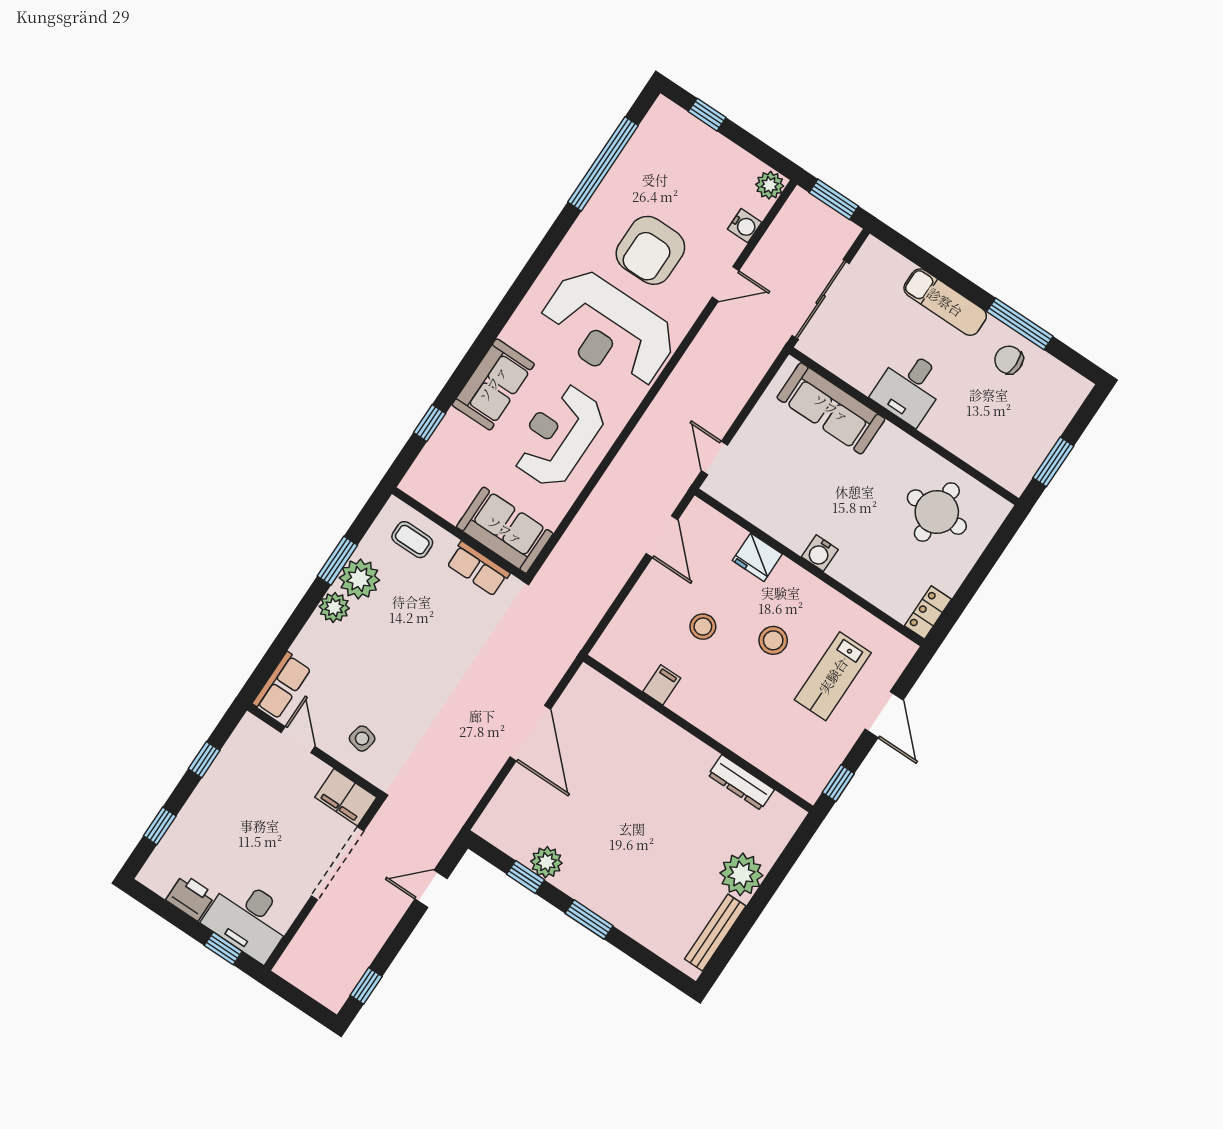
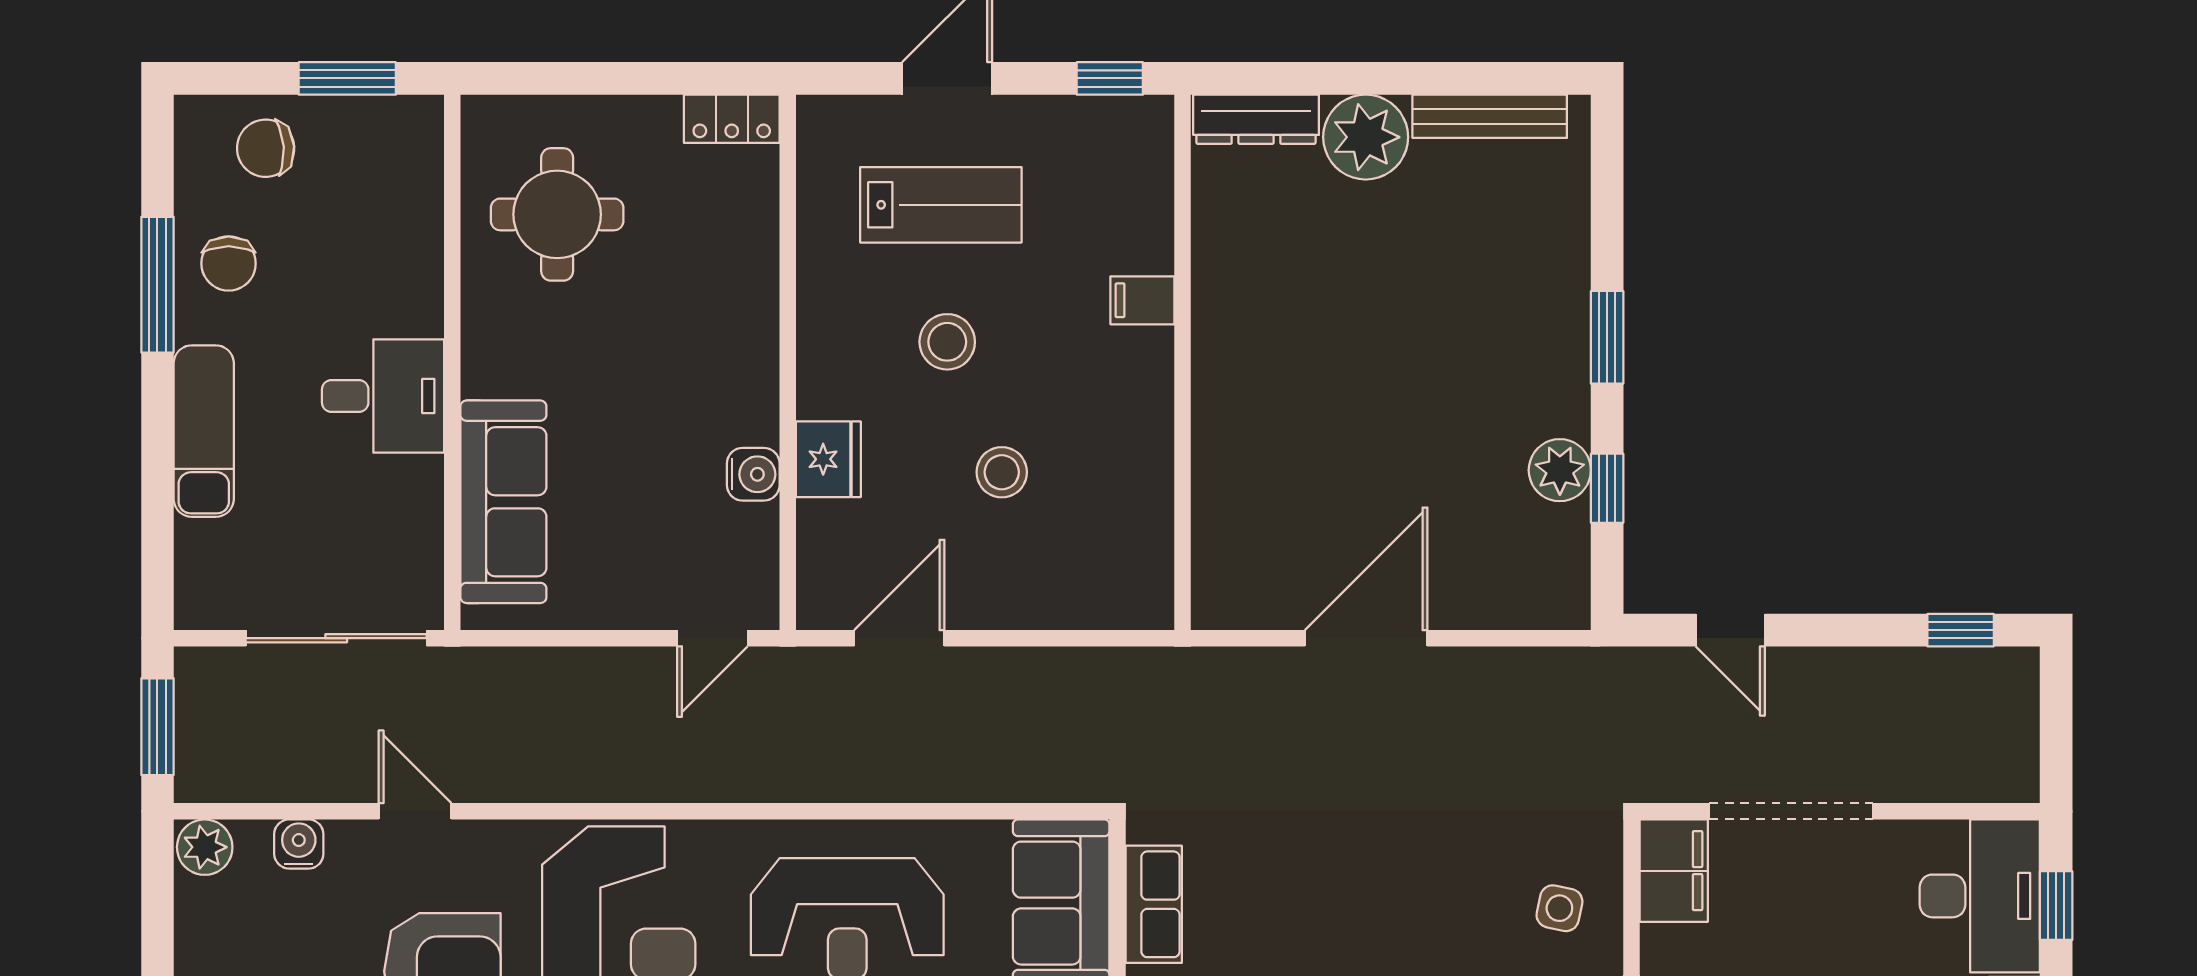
chair: (1047, 408) -> (266, 148), added
water cooler: (820, 553) -> (753, 474), moved
filing cabinet: (662, 685) -> (1142, 300), moved
dresser: (741, 782) -> (1256, 119), moved, turned 90

